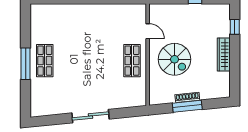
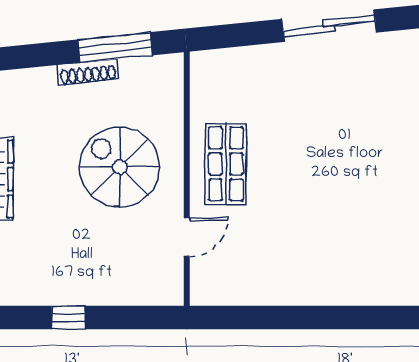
door: (148, 31) -> (187, 237), swing flipped
window: (187, 106) -> (115, 47), moved

